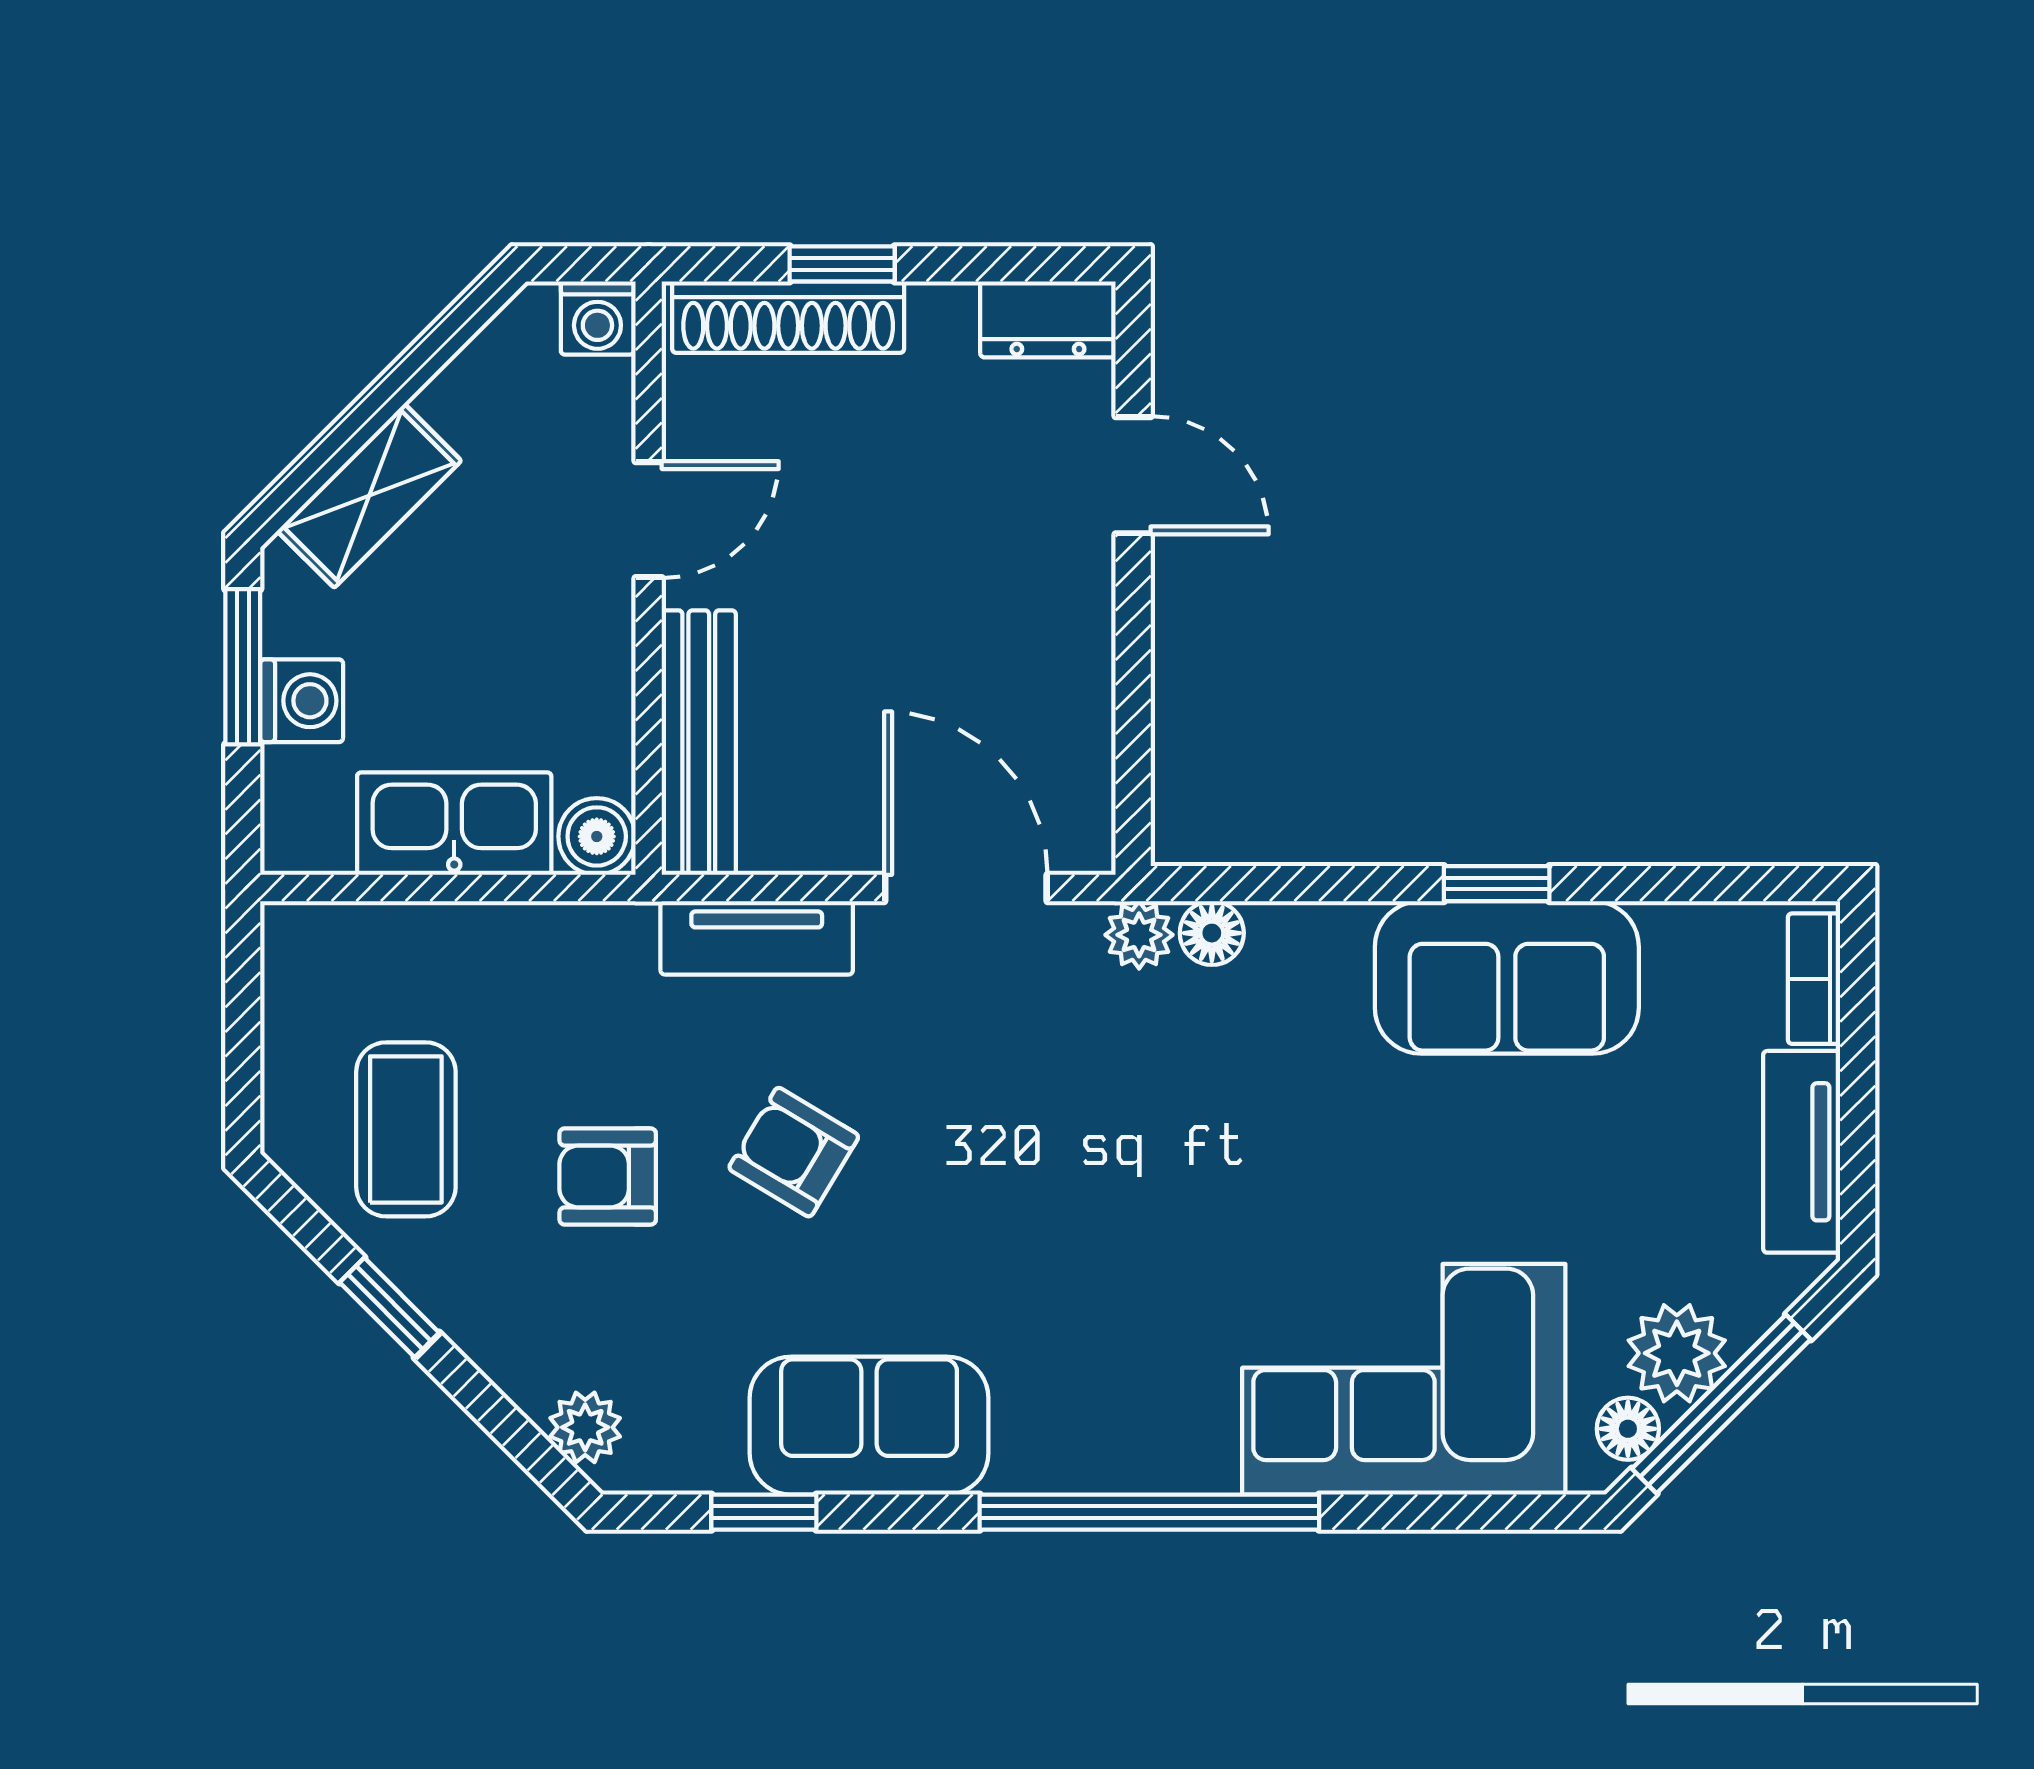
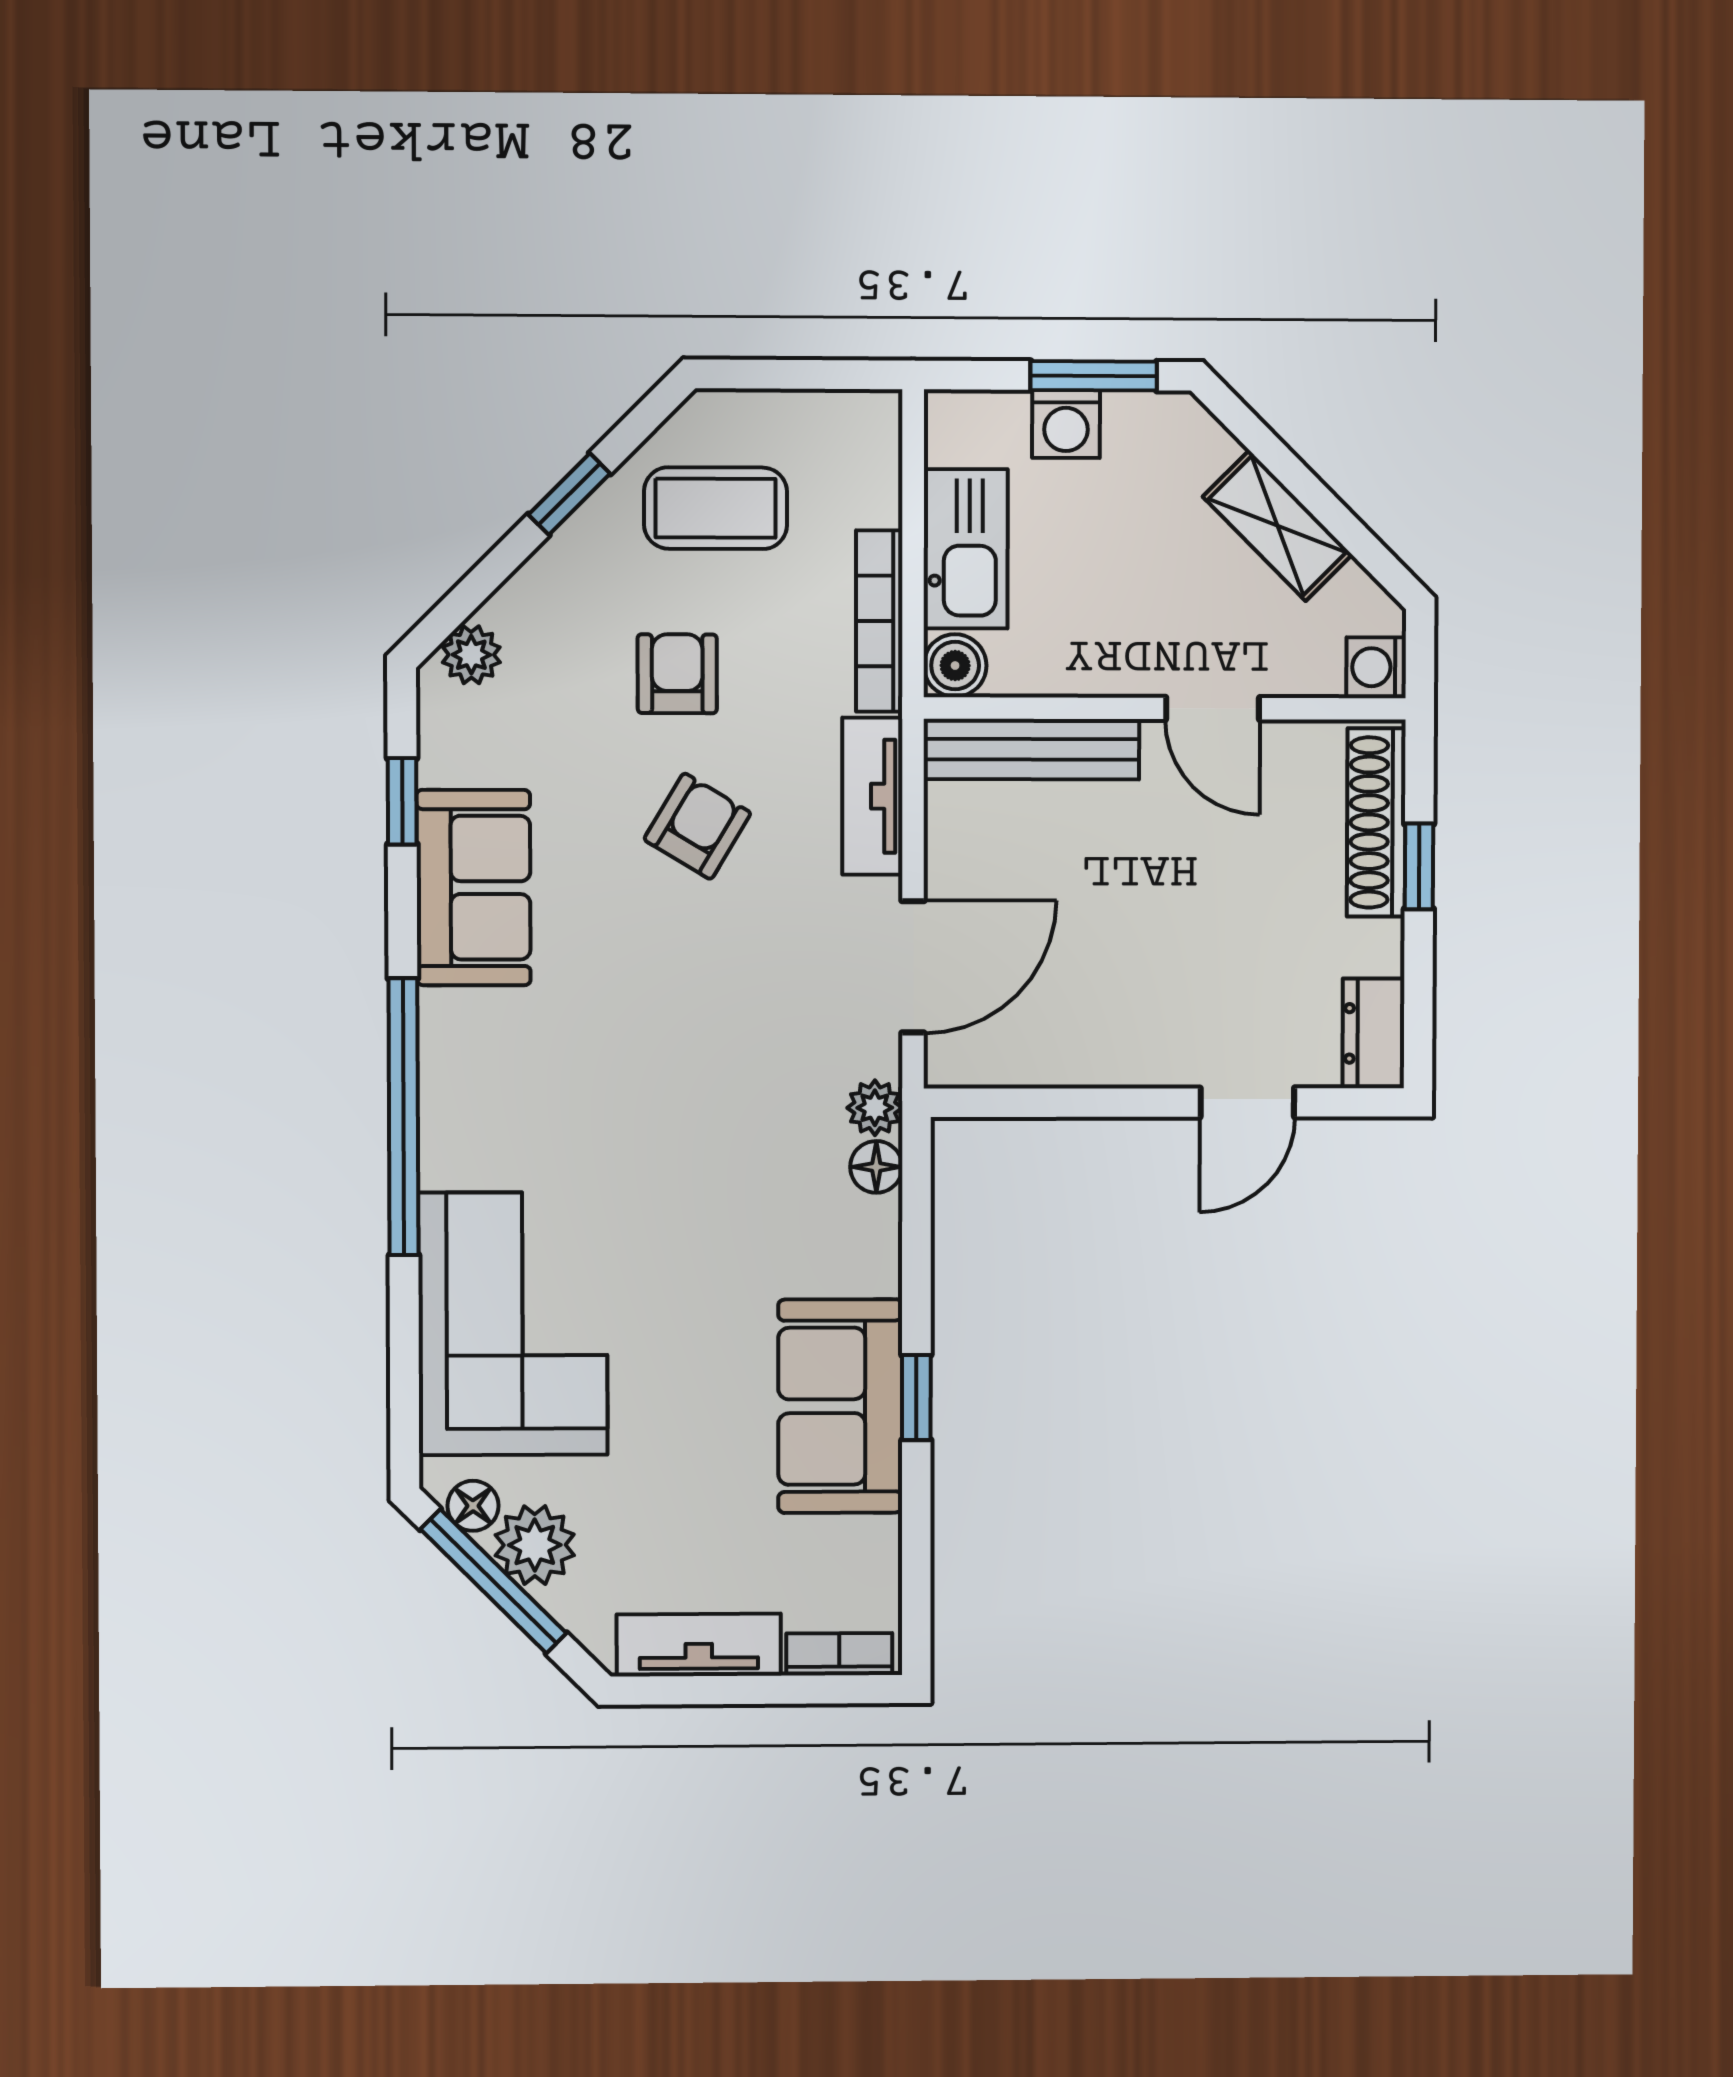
shelving: (369, 496) -> (1277, 526), moved
bookcase: (543, 929) -> (879, 621), added

